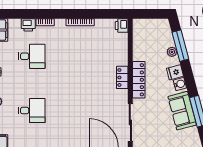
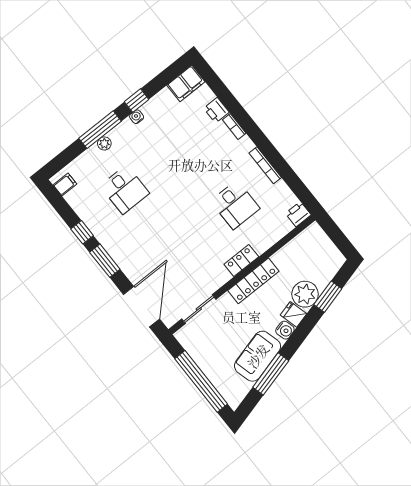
window: (180, 46) -> (328, 297), width x0.69
plant: (172, 52) -> (305, 294), width x1.88, depth x1.88
desk: (32, 56) -> (235, 205), moved
sliding door: (130, 122) -> (199, 309), width x0.73

